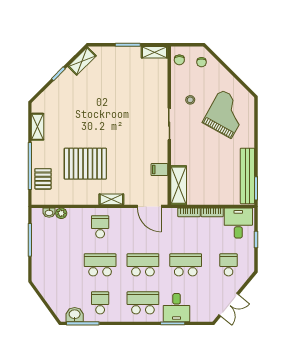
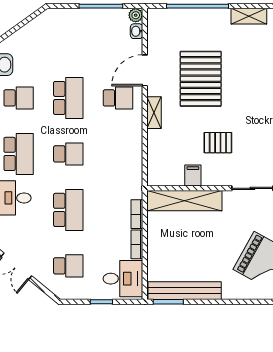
pallet: (43, 179) -> (218, 143), moved
shelving: (179, 185) -> (184, 201), width x1.47
door: (149, 206) -> (145, 70), moved
plant: (61, 213) -> (136, 15), moved
school desk: (143, 265) -> (68, 154), width x0.54

